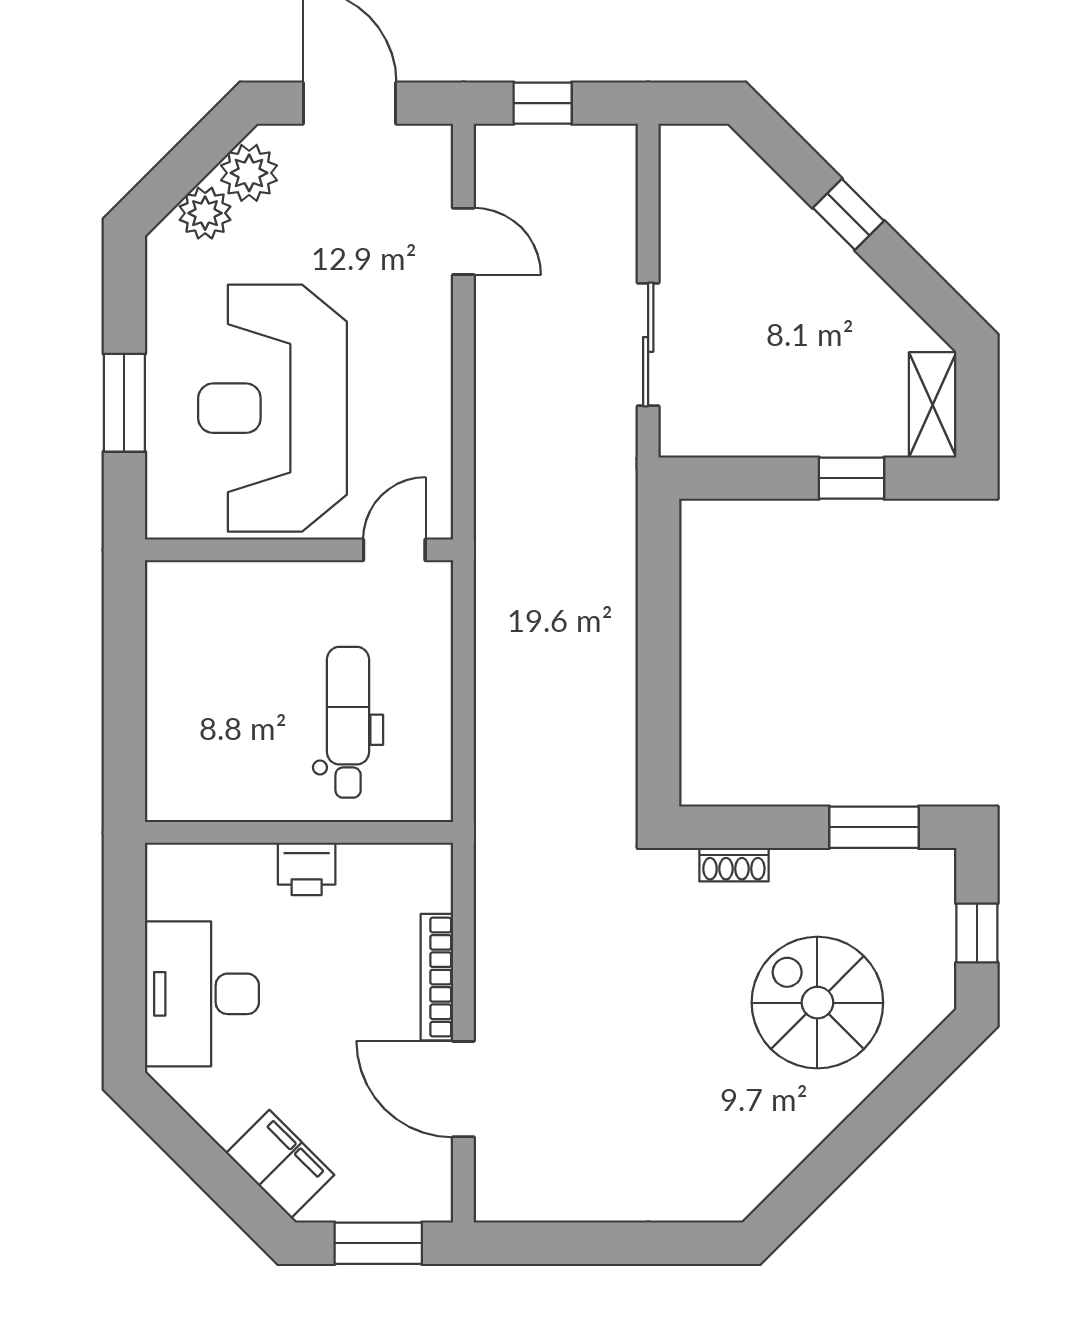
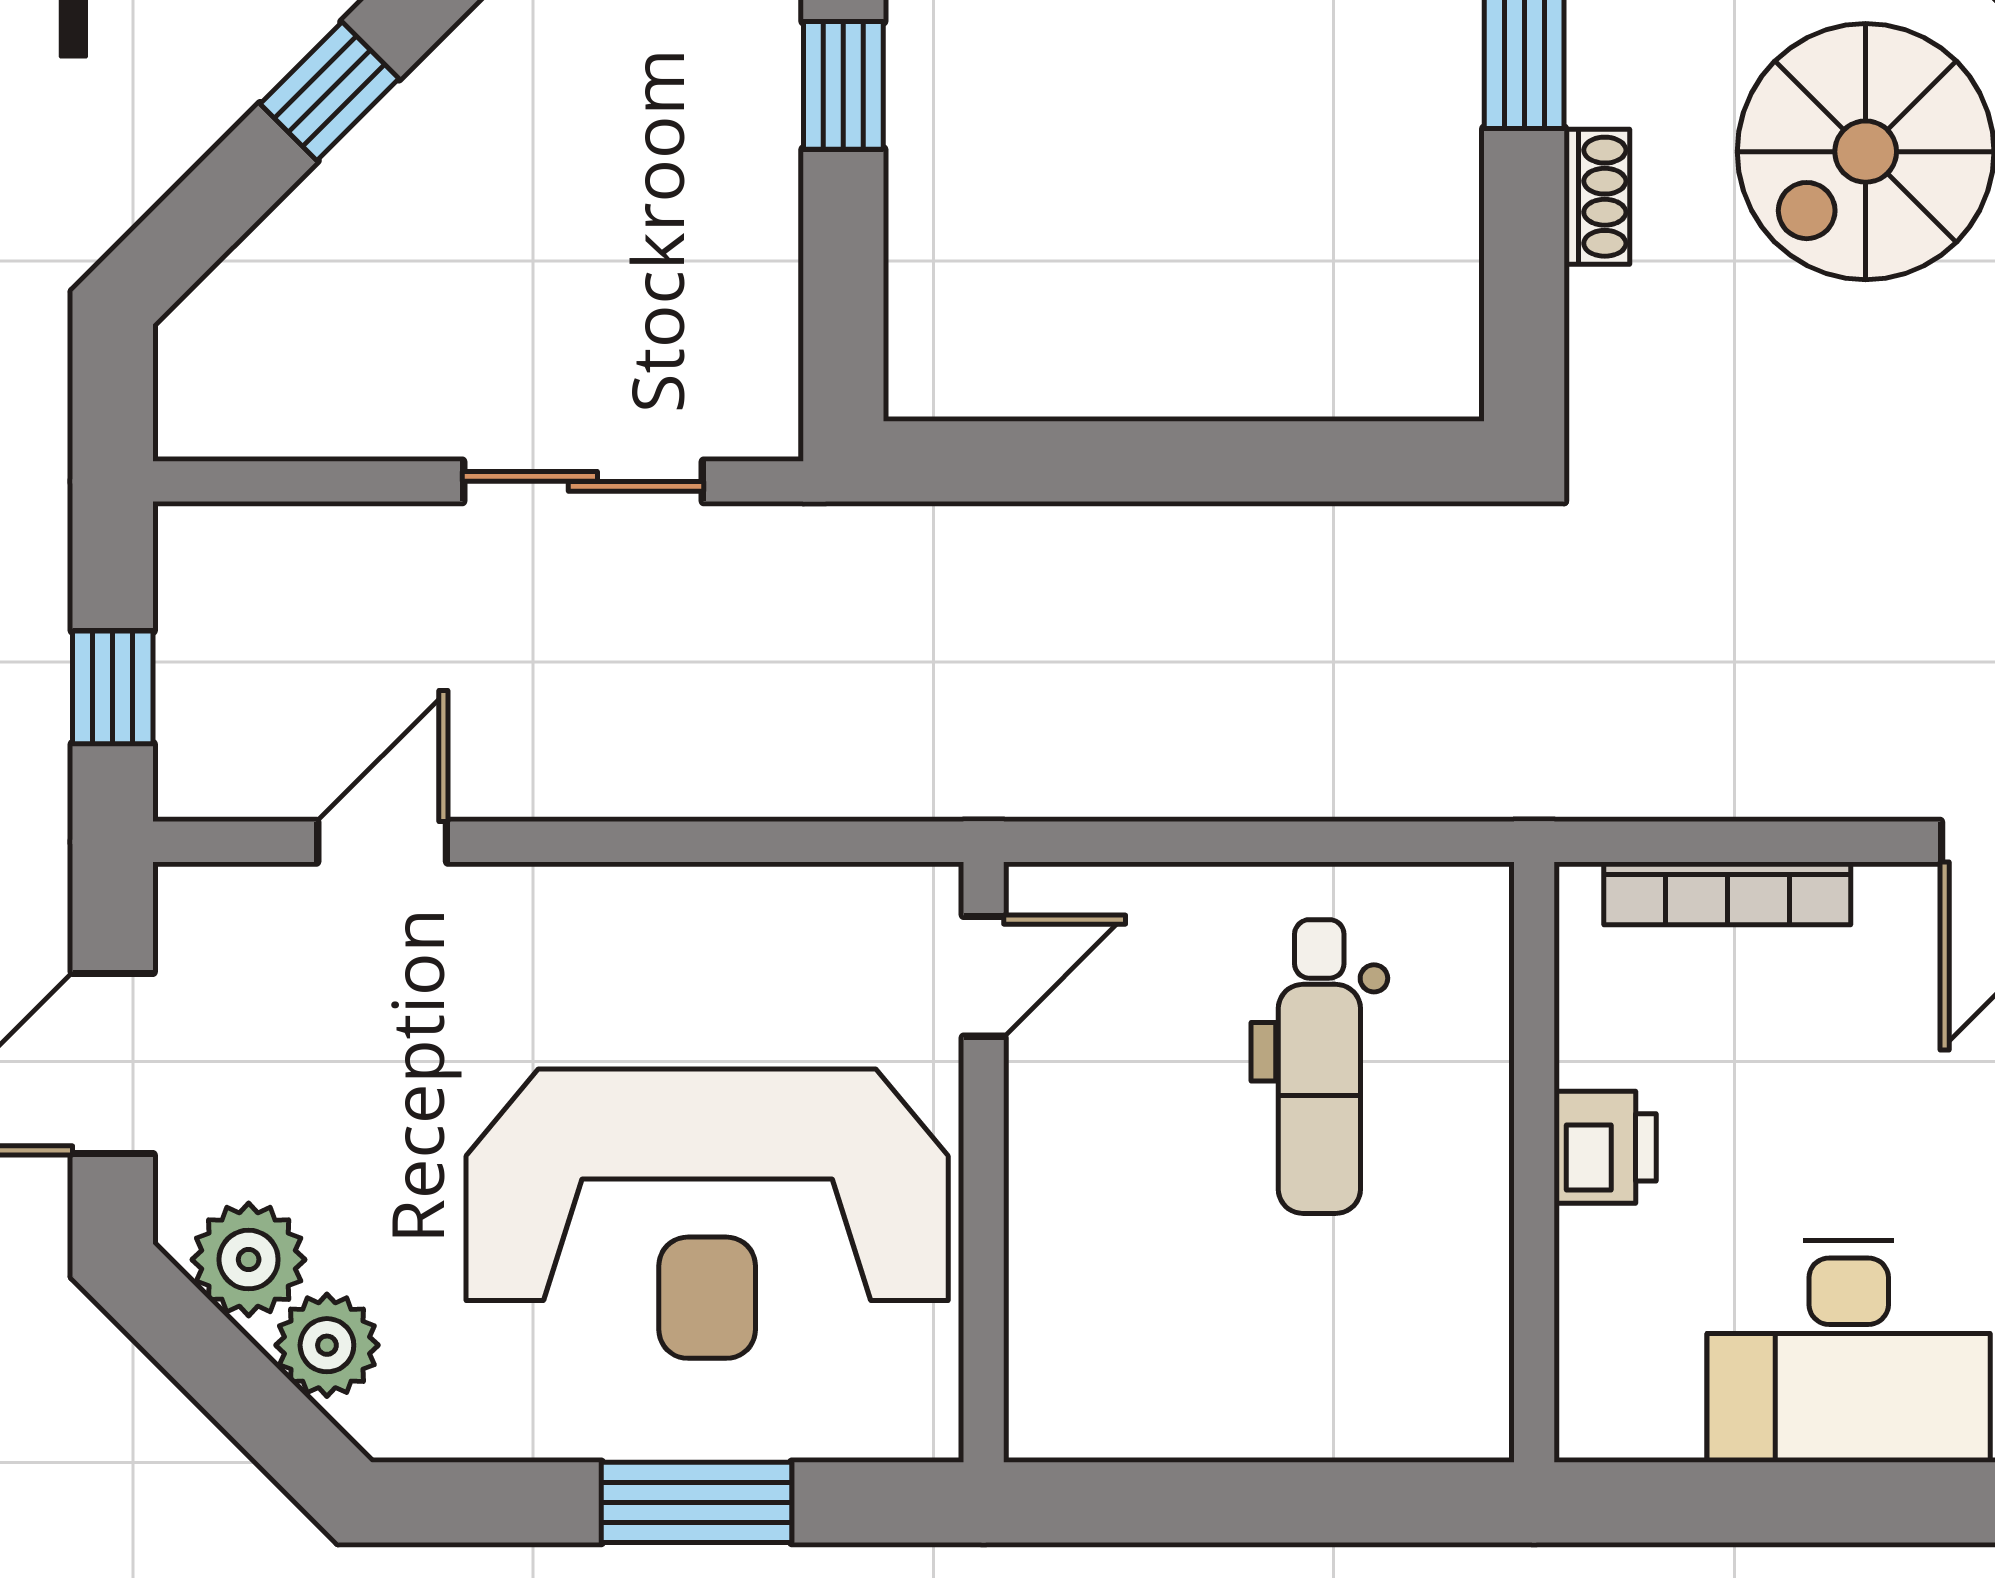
door: (394, 550) -> (984, 976), swing flipped
dental chair: (348, 722) -> (1319, 1067), turned -90
shoe rack: (734, 865) -> (1597, 197), moved
bookcase: (437, 977) -> (1727, 893), moved

